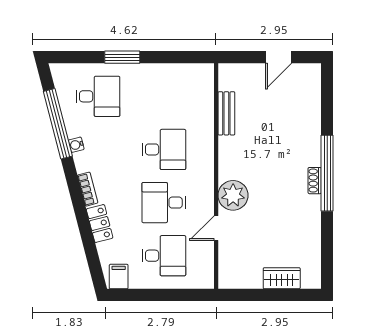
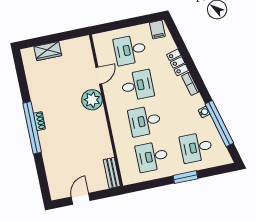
desk: (164, 96) -> (152, 157), added
bench: (226, 113) -> (112, 173), moved

